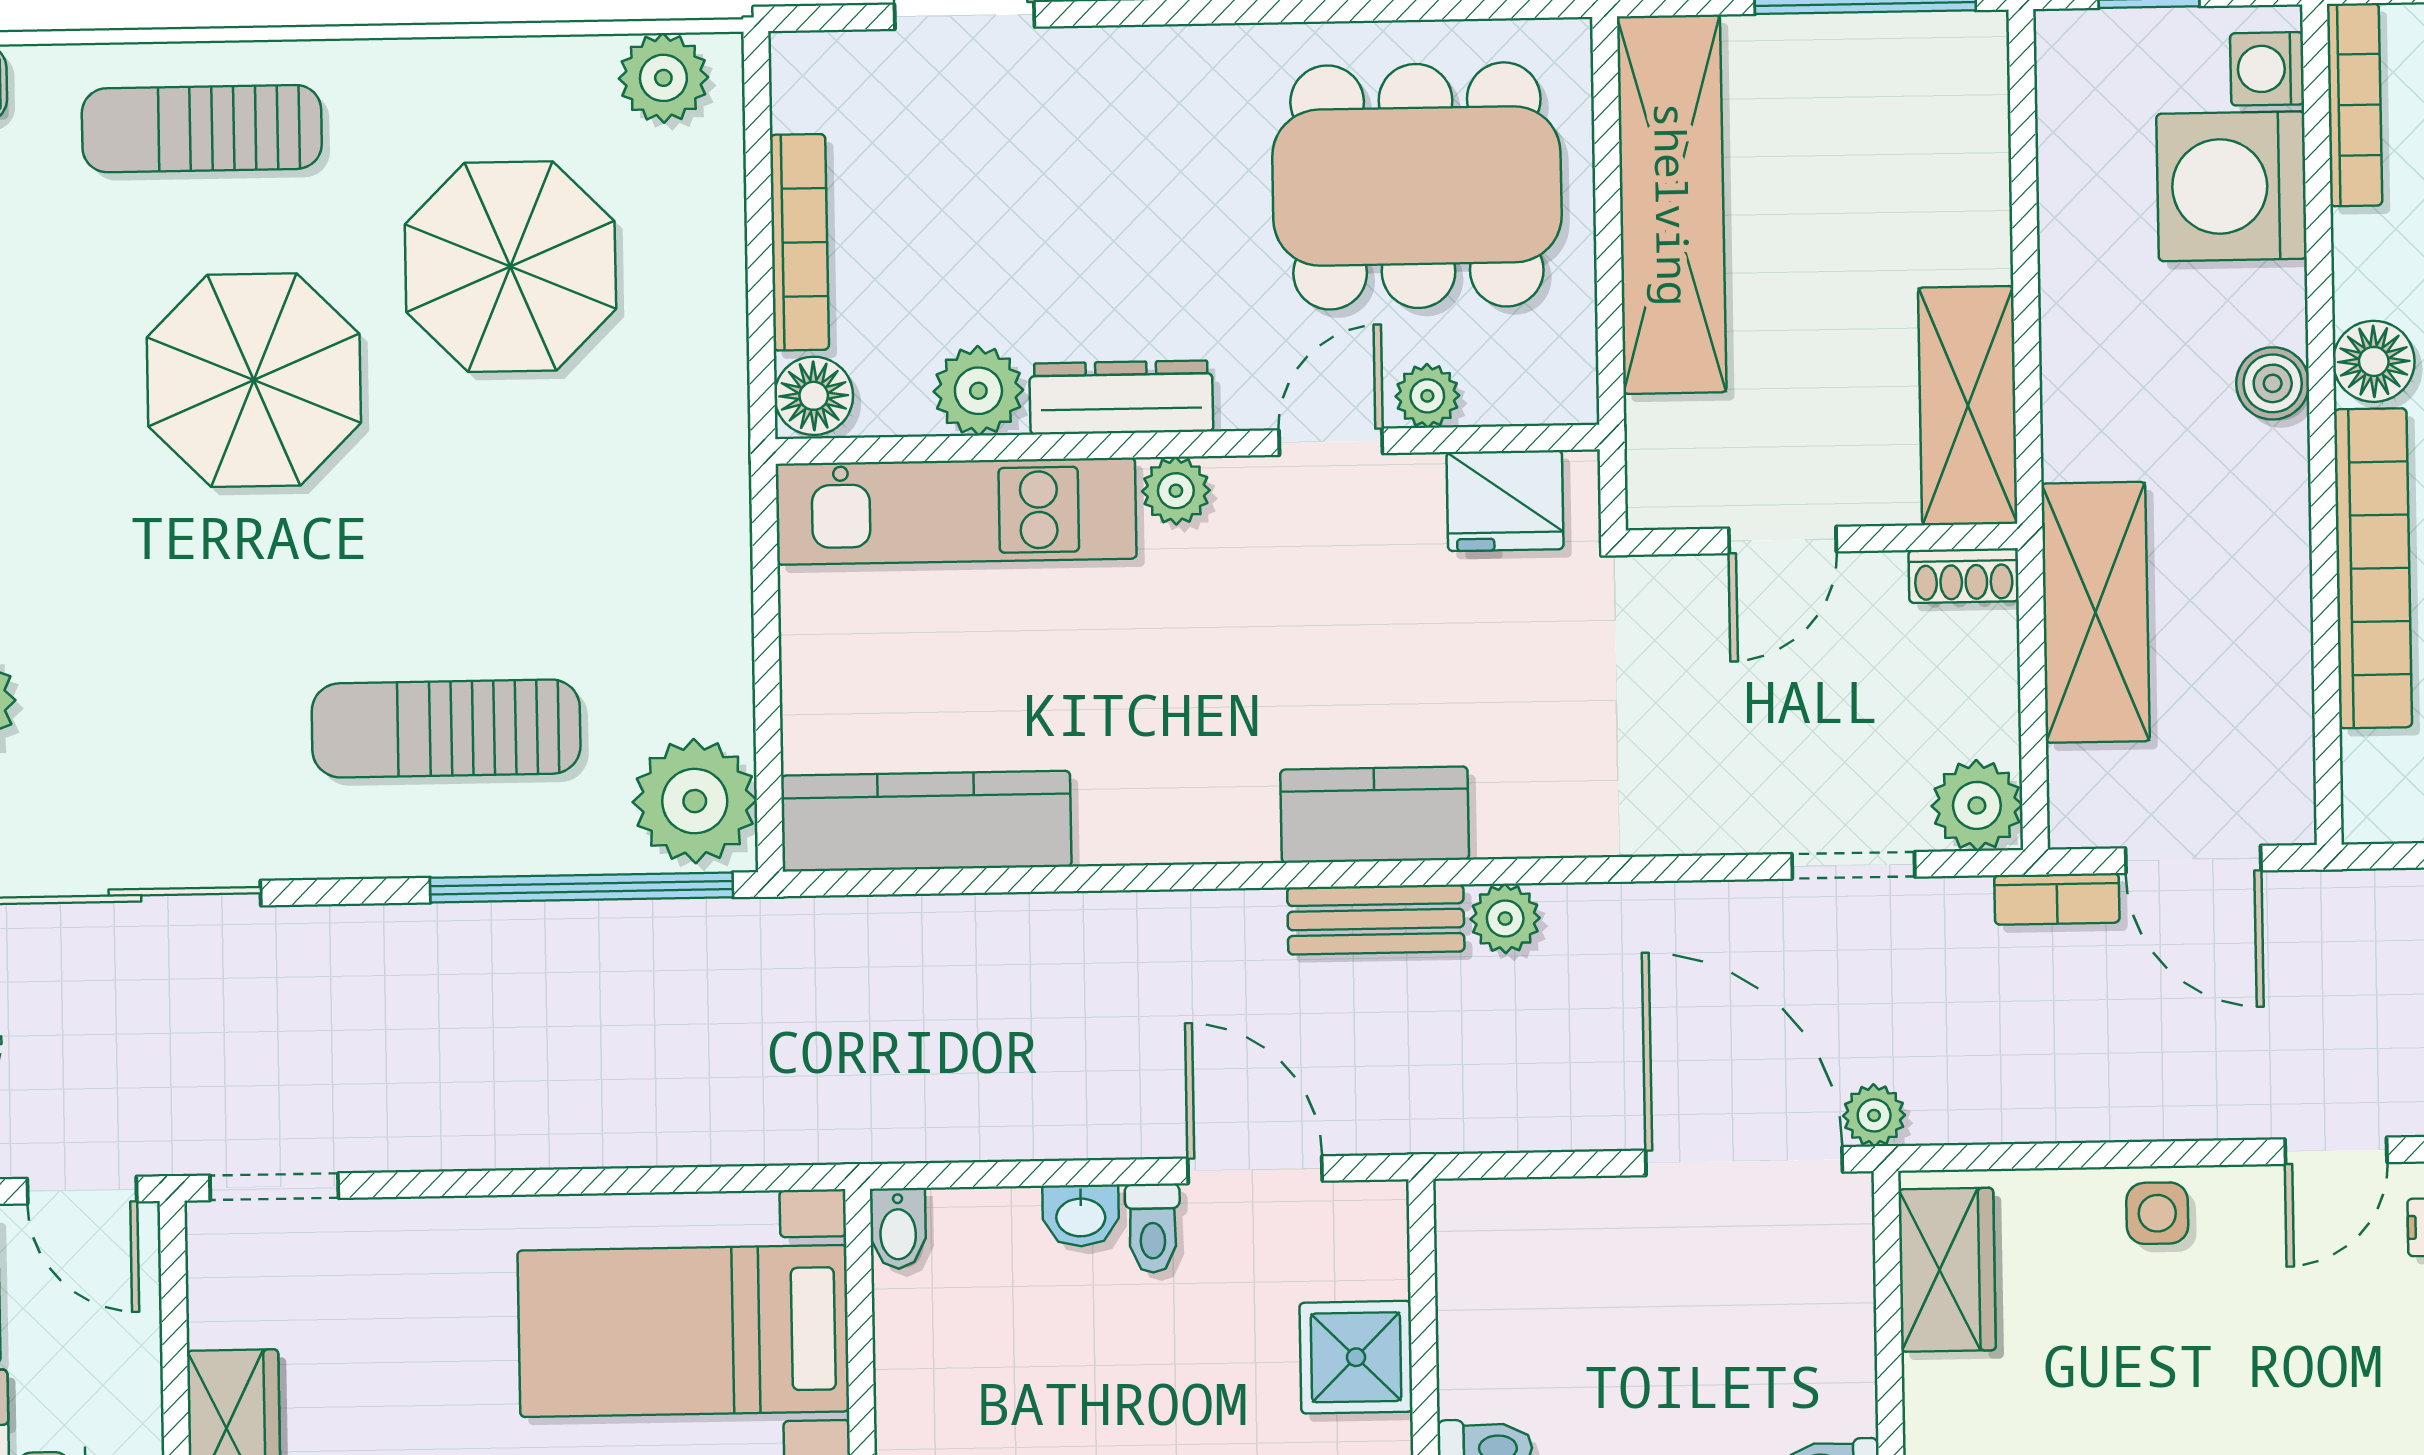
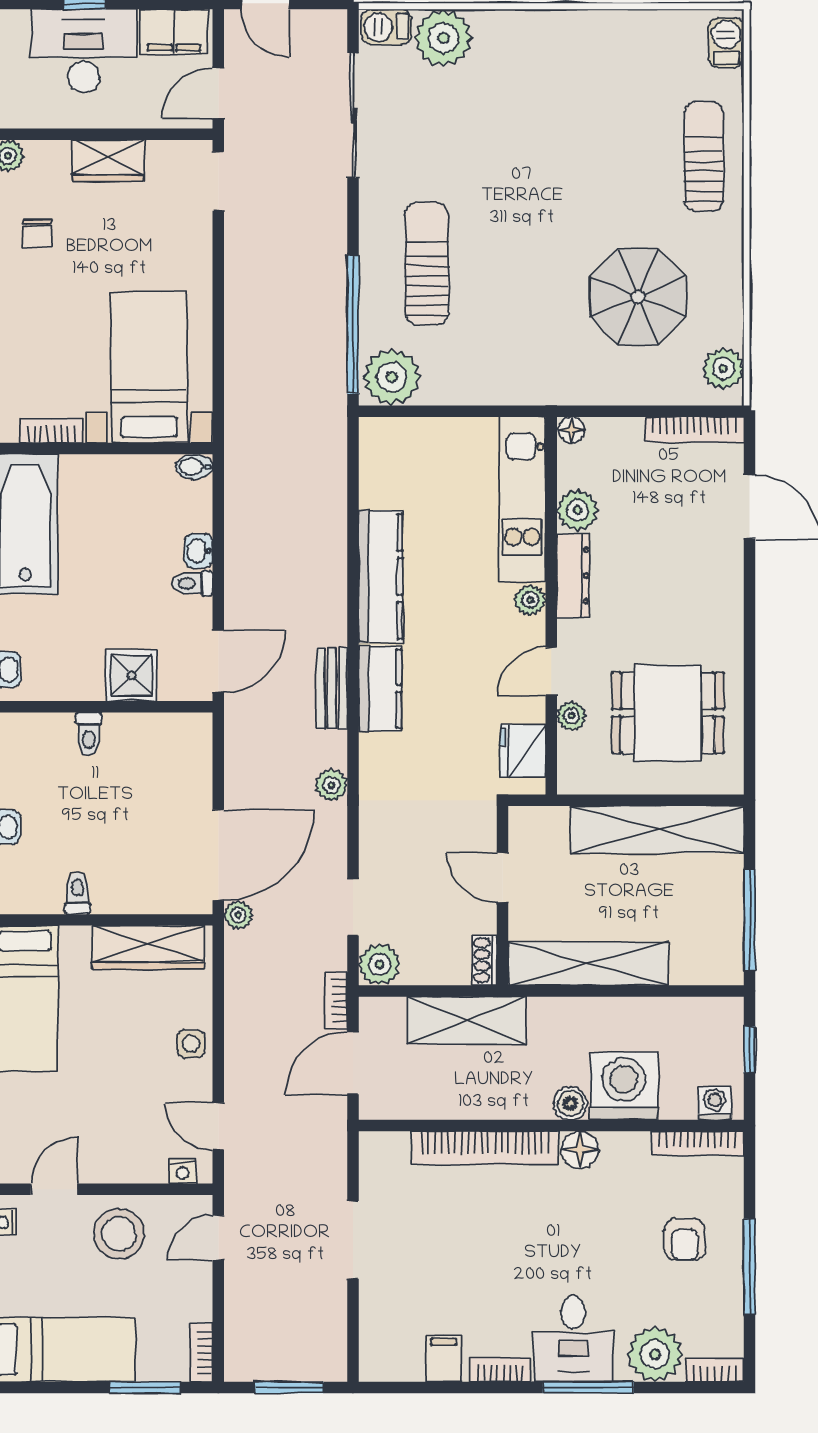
dining table: (1417, 186) -> (668, 713), width x0.73
washing machine: (2232, 186) -> (624, 1086), moved
bookcase: (799, 242) -> (694, 429), moved
parasol: (254, 380) -> (588, 178), removed
floor lamp: (814, 396) -> (572, 430), width x0.73, depth x0.73
shelving: (1968, 406) -> (588, 964), width x1.47
door: (1331, 442) -> (551, 671), swing flipped
kitchen counter: (926, 821) -> (381, 576), moved
plant: (1505, 919) -> (331, 785), moved
door: (1255, 1170) -> (218, 661), moved
wardrobe: (1947, 1270) -> (148, 947), width x1.50

